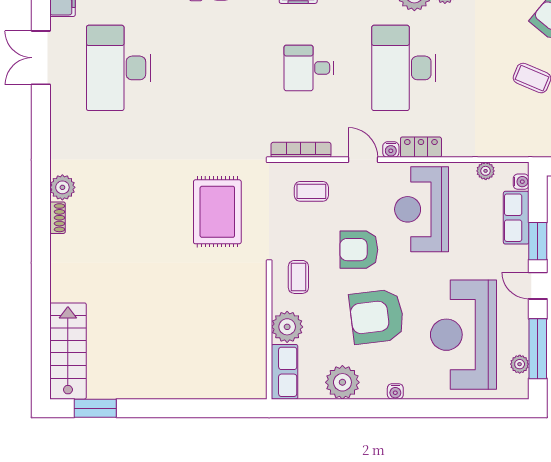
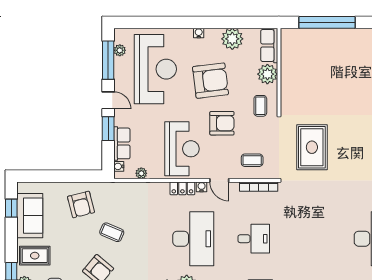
window: (194, 408) -> (327, 22), added

